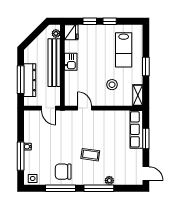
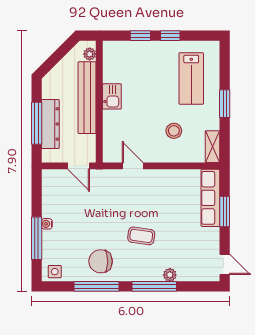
fridge: (71, 32) -> (113, 52), removed

